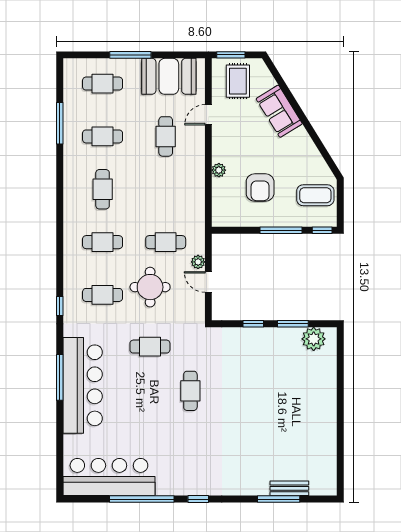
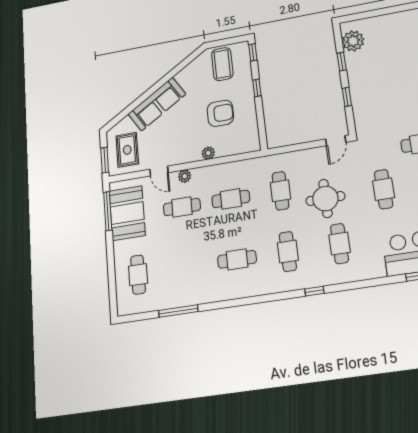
window: (130, 55) -> (108, 211), moved
rug: (238, 81) -> (127, 150), turned 90
sofa: (279, 111) -> (157, 104), width x1.36
cafe table: (103, 136) -> (231, 199), moved, turned 90
window: (281, 230) -> (257, 88), width x0.46
plant: (198, 262) -> (185, 176), moved
door: (208, 282) -> (336, 141), moved
window: (60, 306) -> (314, 291), moved
window: (293, 324) -> (342, 62), width x0.67

